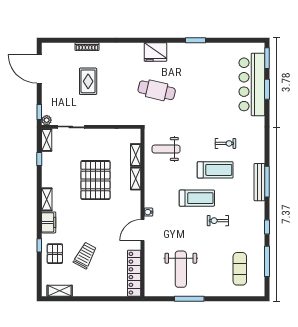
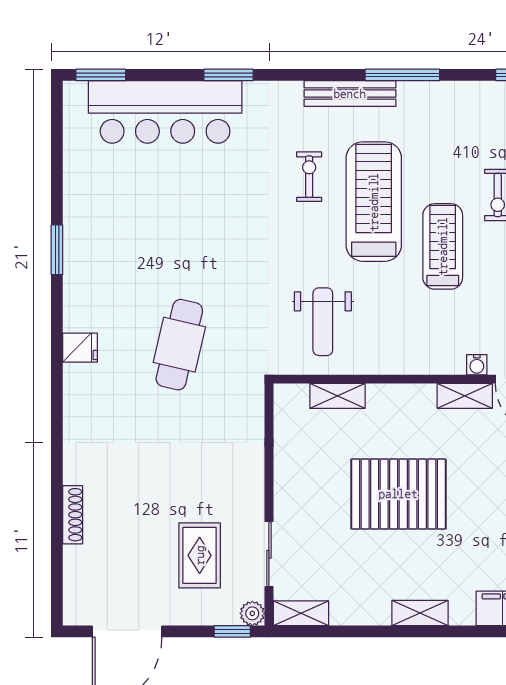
fridge: (155, 52) -> (80, 348), width x0.53, depth x0.75
rug: (88, 81) -> (200, 555), moved, turned 90
window: (267, 89) -> (229, 75), moved
window: (39, 159) -> (347, 631), removed
treadmill: (215, 170) -> (374, 202), width x1.37, depth x1.38
shelving: (136, 179) -> (465, 396), moved
bench: (259, 182) -> (350, 94), moved
shelving: (47, 199) -> (420, 613), moved

